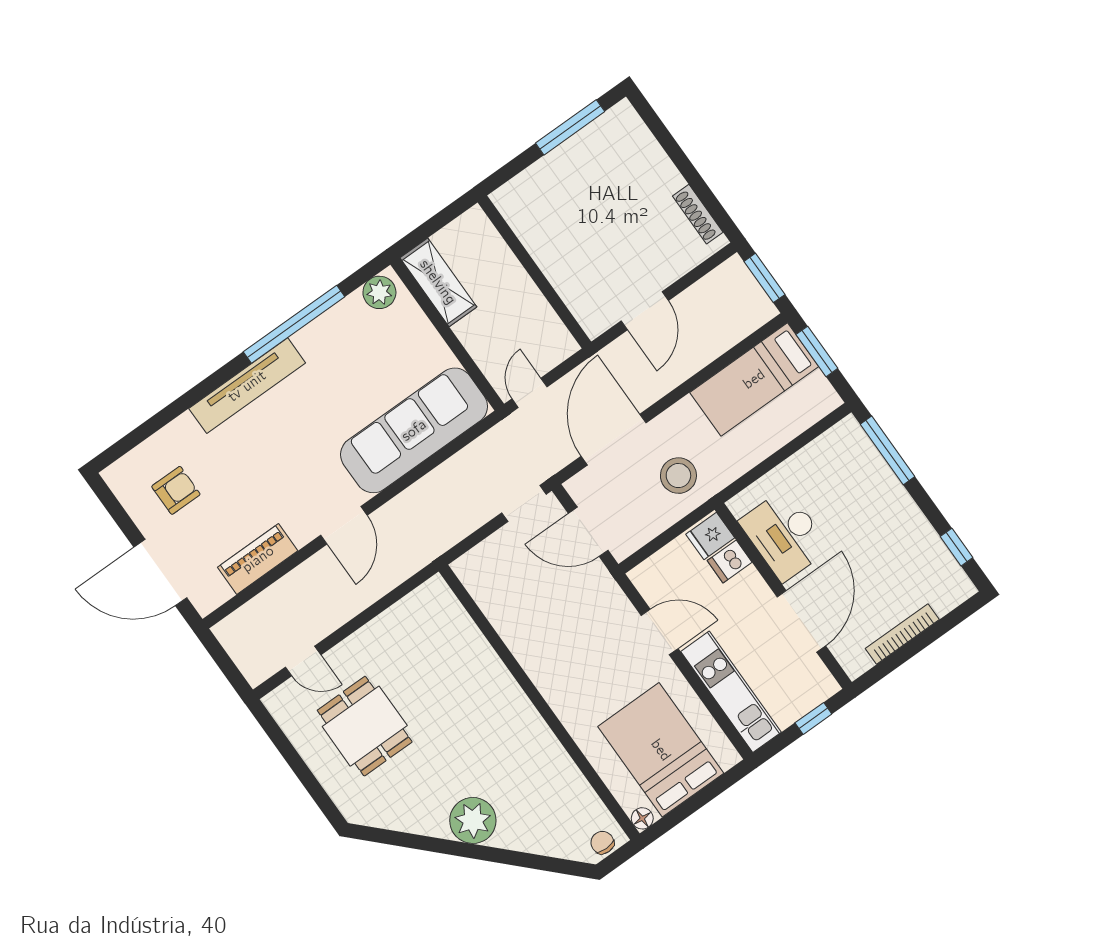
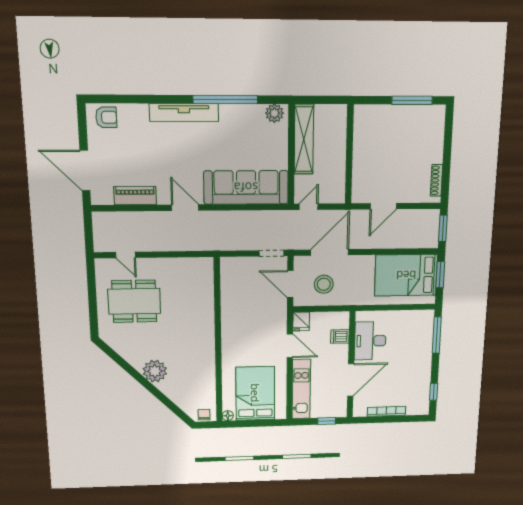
shelving: (438, 282) -> (304, 139), width x1.47
bed: (754, 379) -> (406, 275), width x1.50
stool: (678, 476) -> (324, 284), moved
armchair: (176, 490) -> (106, 117), moved
door: (344, 525) -> (185, 208), swing flipped
fridge: (710, 536) -> (301, 321), moved, turned -90
dining table: (365, 726) -> (134, 301), width x1.38

